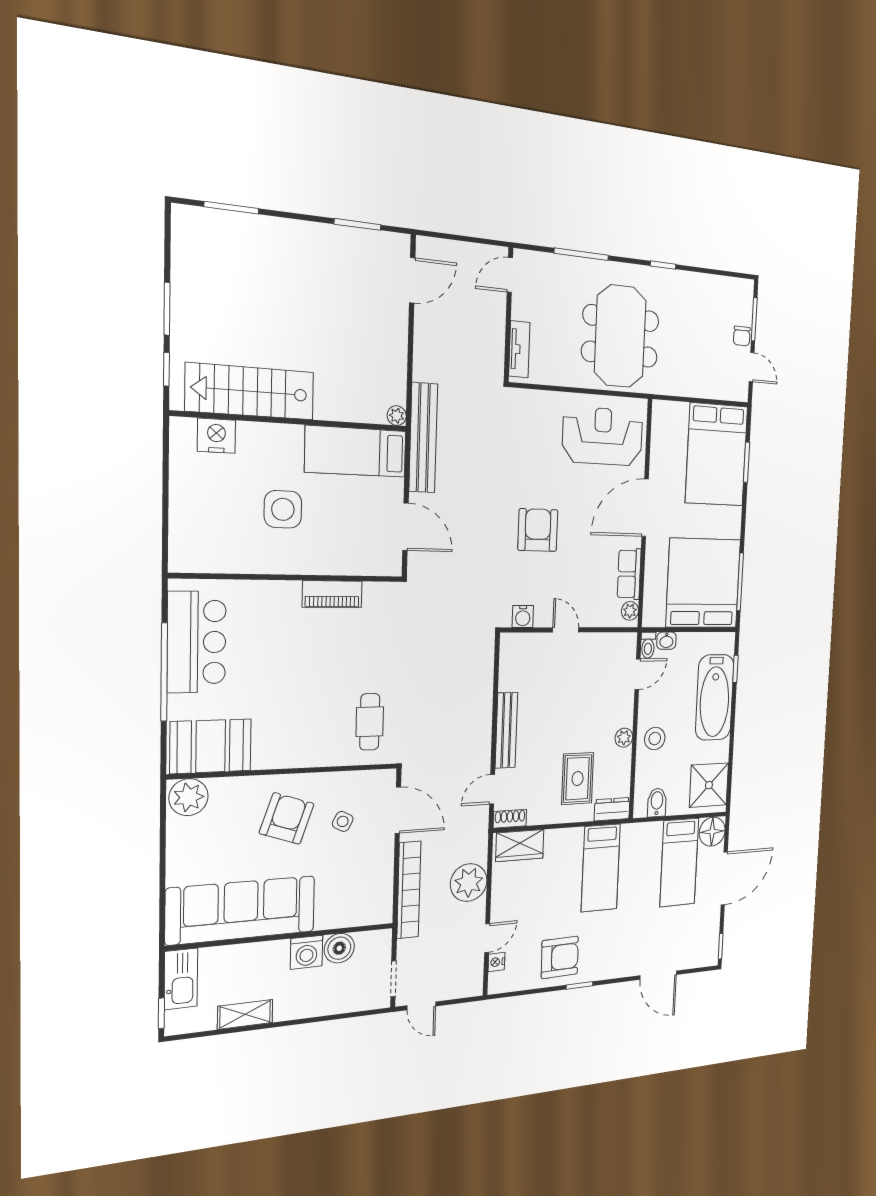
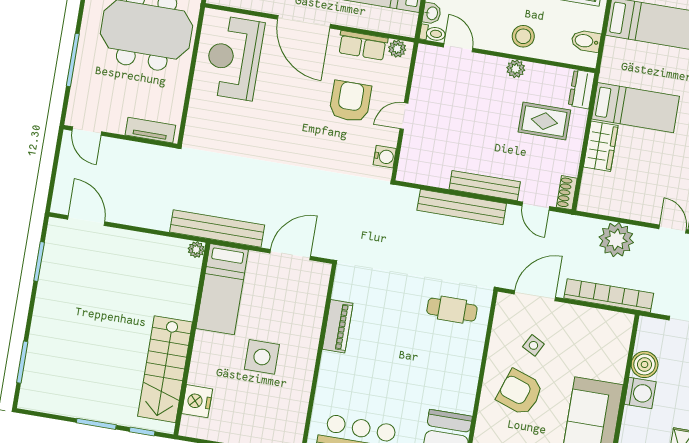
armchair: (538, 530) -> (350, 101), moved, turned 90
bench: (481, 710) -> (462, 207), added
wardrobe: (520, 846) -> (601, 146), moved

